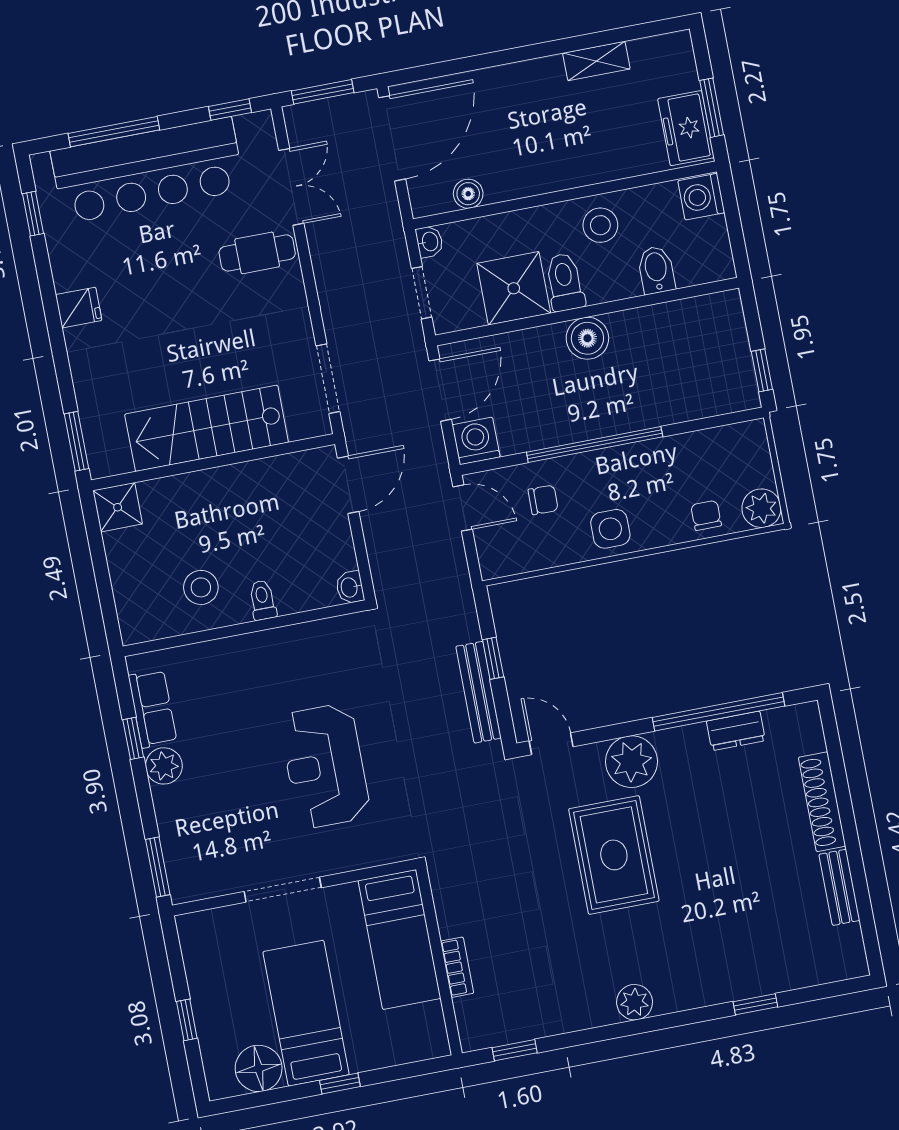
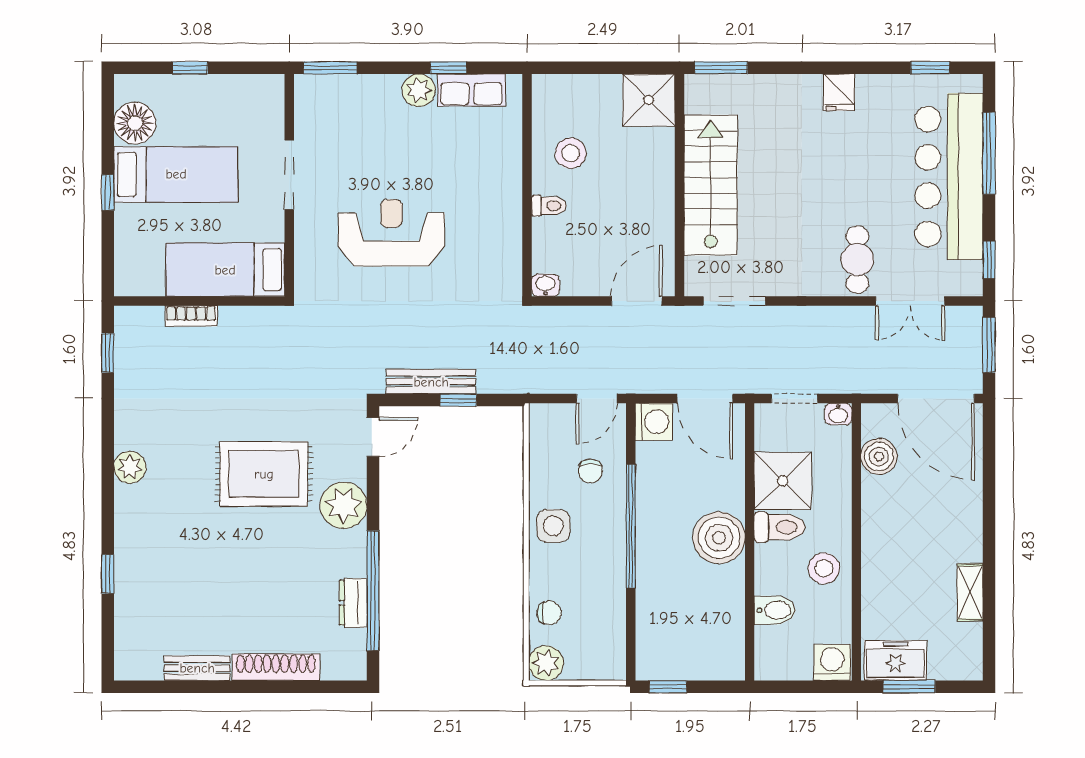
boiler: (468, 194) -> (879, 456), width x1.36, depth x1.36
boiler: (587, 338) -> (719, 538), width x1.37, depth x1.37
door: (348, 485) -> (637, 301), swing flipped
shower: (118, 507) -> (649, 100), width x1.36, depth x1.36

